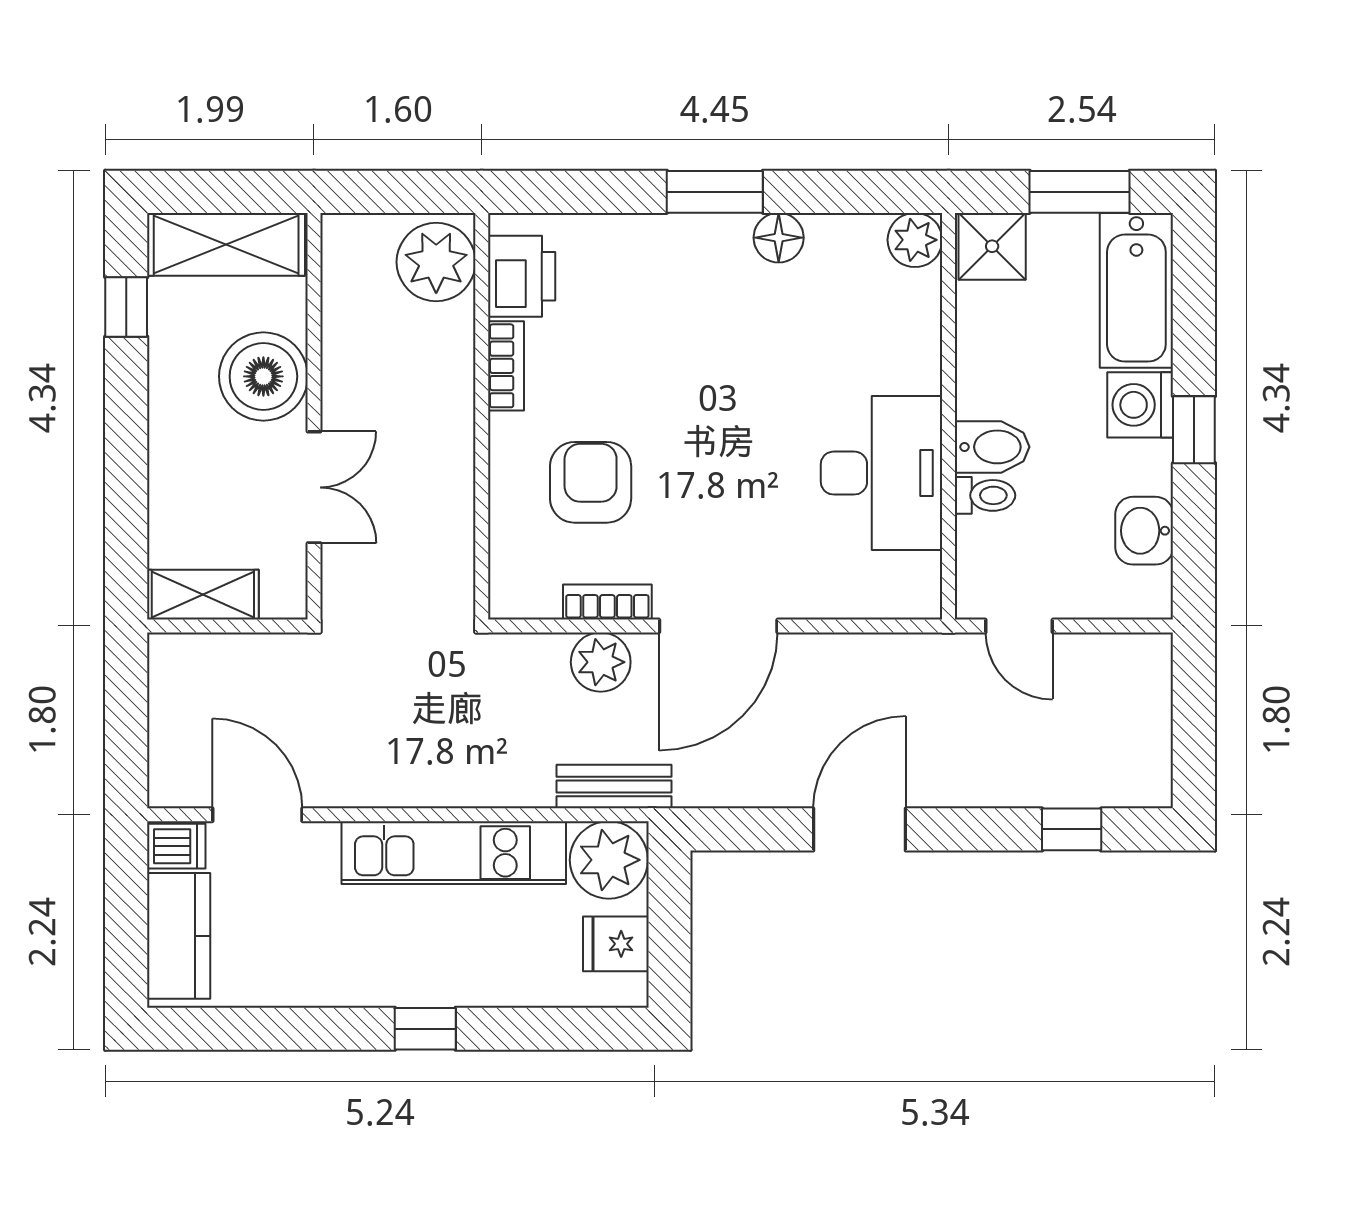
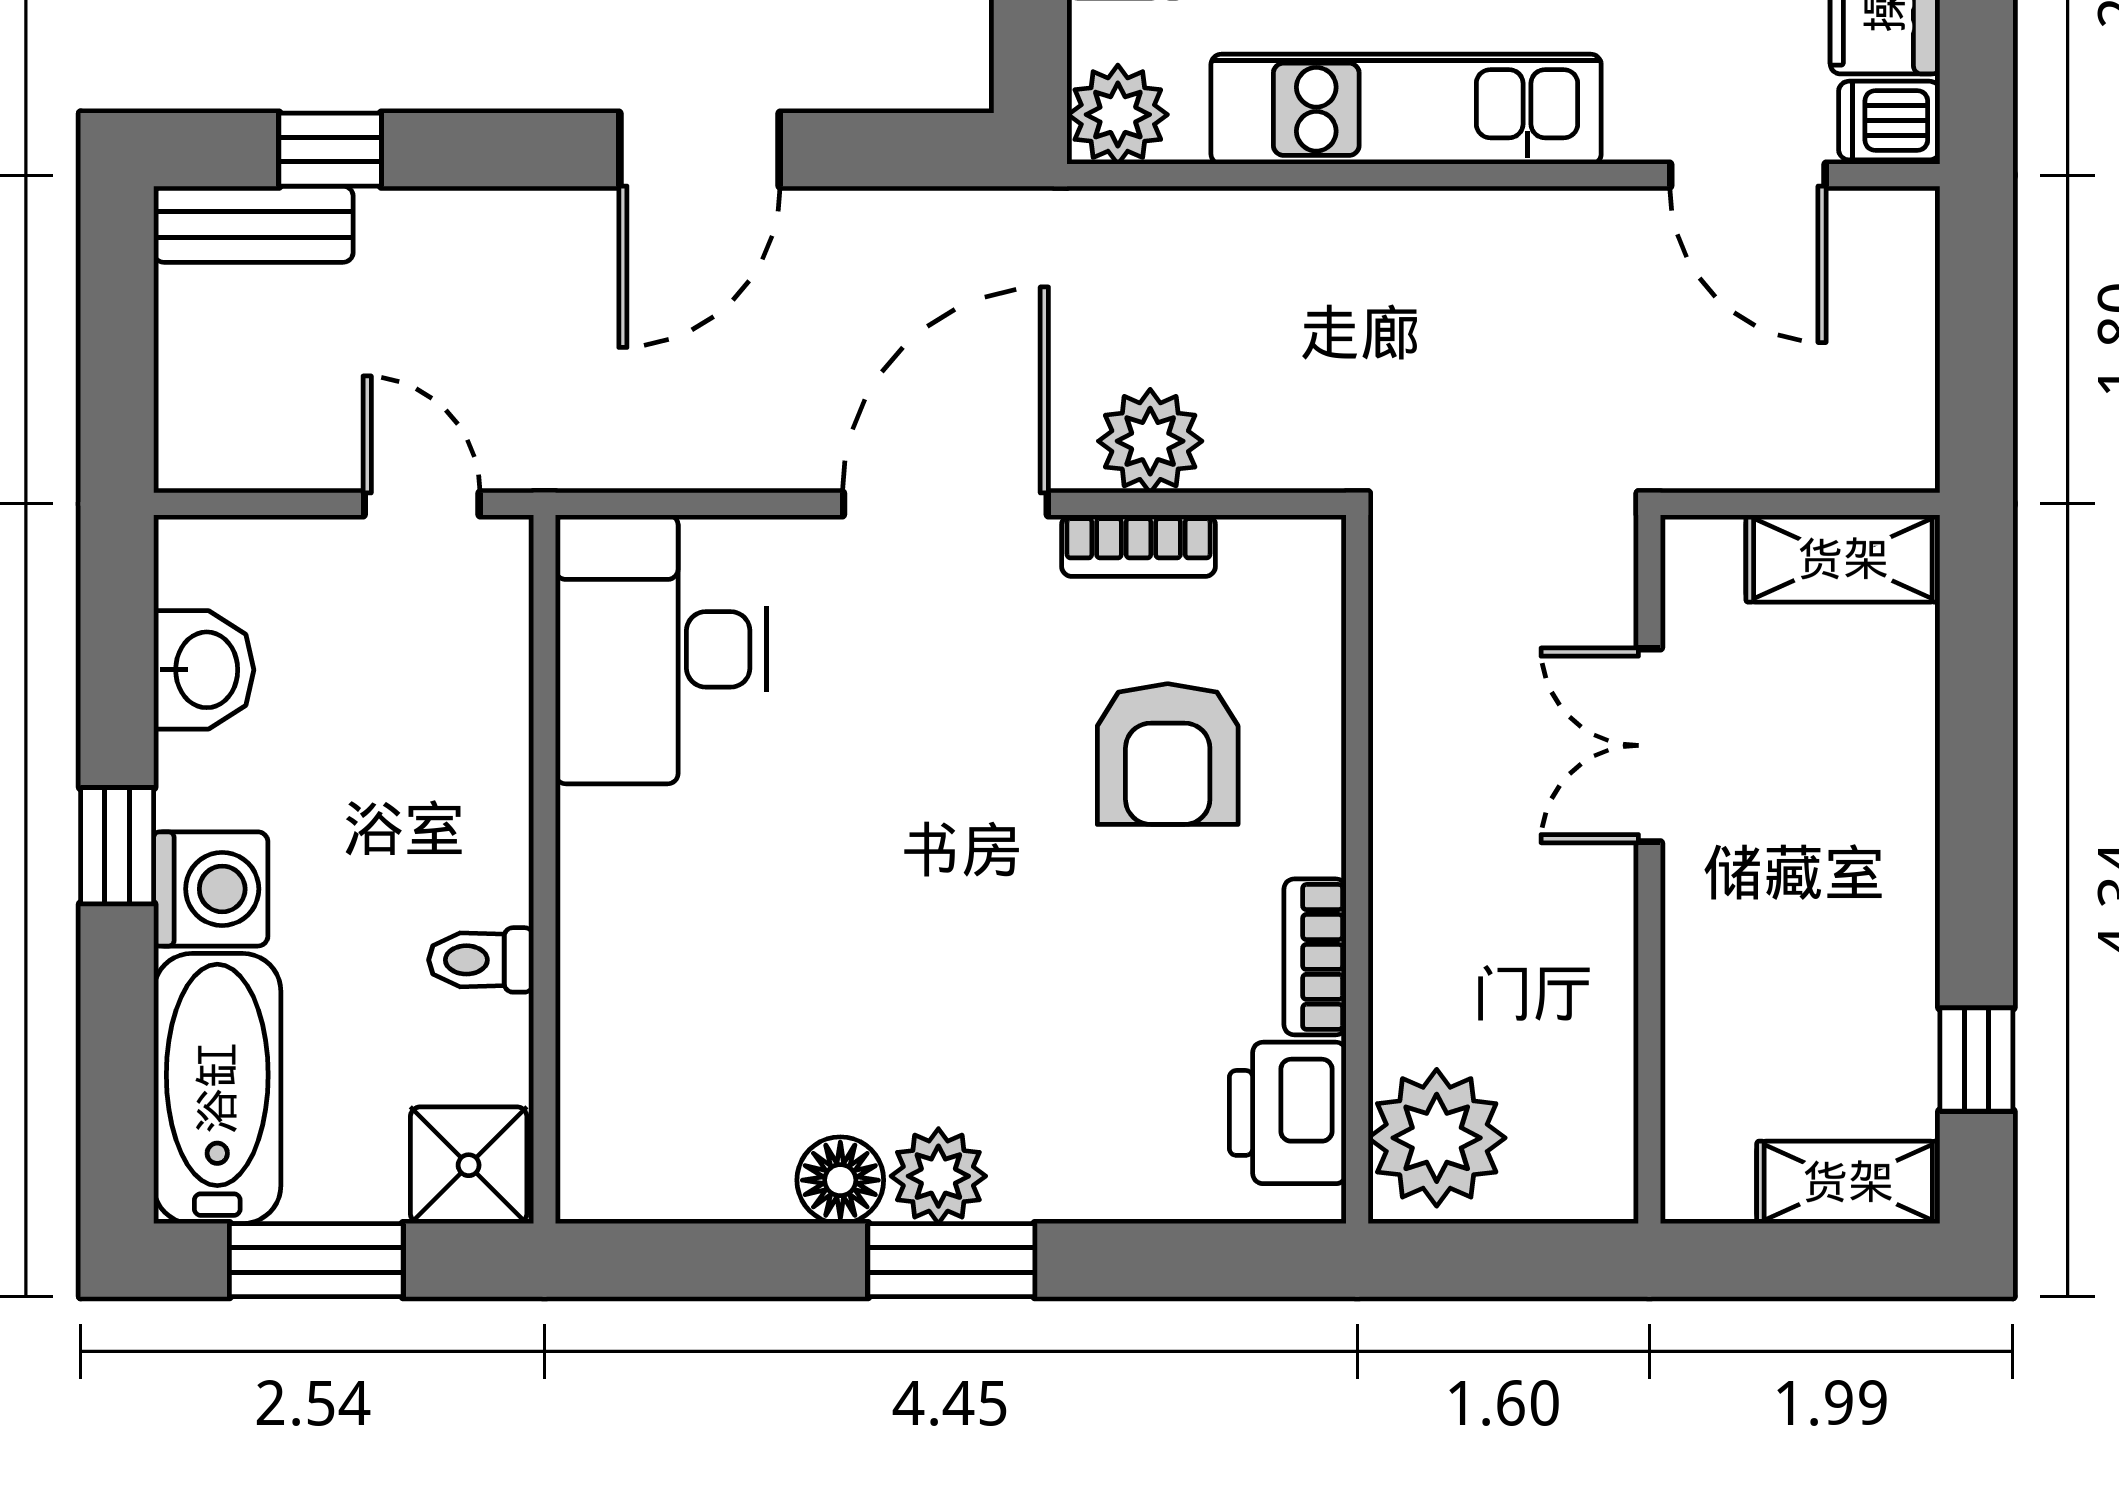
plant: (915, 240) -> (938, 1176), moved
shelving: (226, 244) -> (1848, 1182), width x0.67, depth x0.75
boiler: (263, 376) -> (1737, 938), removed
bidet: (992, 447) -> (469, 816), removed
desk: (882, 473) -> (661, 649), moved
toilet: (985, 495) -> (481, 960), moved
bench: (614, 787) -> (253, 224), moved
plant: (609, 860) -> (1118, 115), width x0.73, depth x0.73

